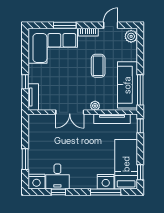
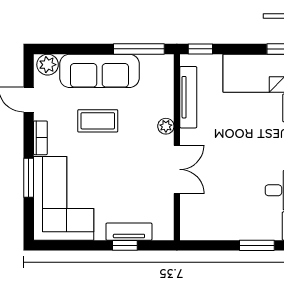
sofa: (127, 85) -> (99, 71), moved
tv unit: (33, 97) -> (129, 232), moved

